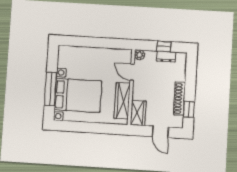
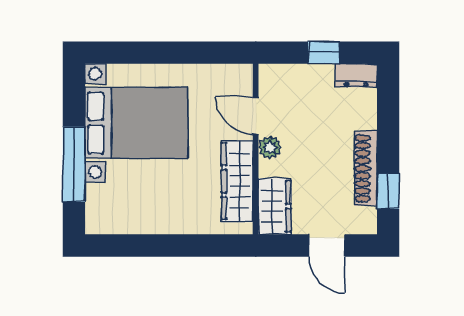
plant: (139, 55) -> (270, 147), moved
dresser: (166, 57) -> (356, 75), moved
bed with nightstands: (78, 95) -> (136, 123), moved

